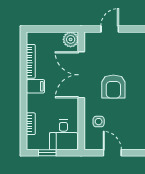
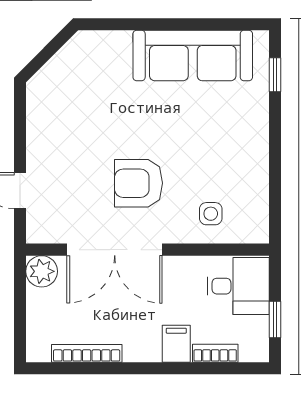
filing cabinet: (35, 86) -> (176, 344), moved
armchair: (113, 86) -> (138, 183), turned 180
door: (112, 153) -> (275, 185), removed

